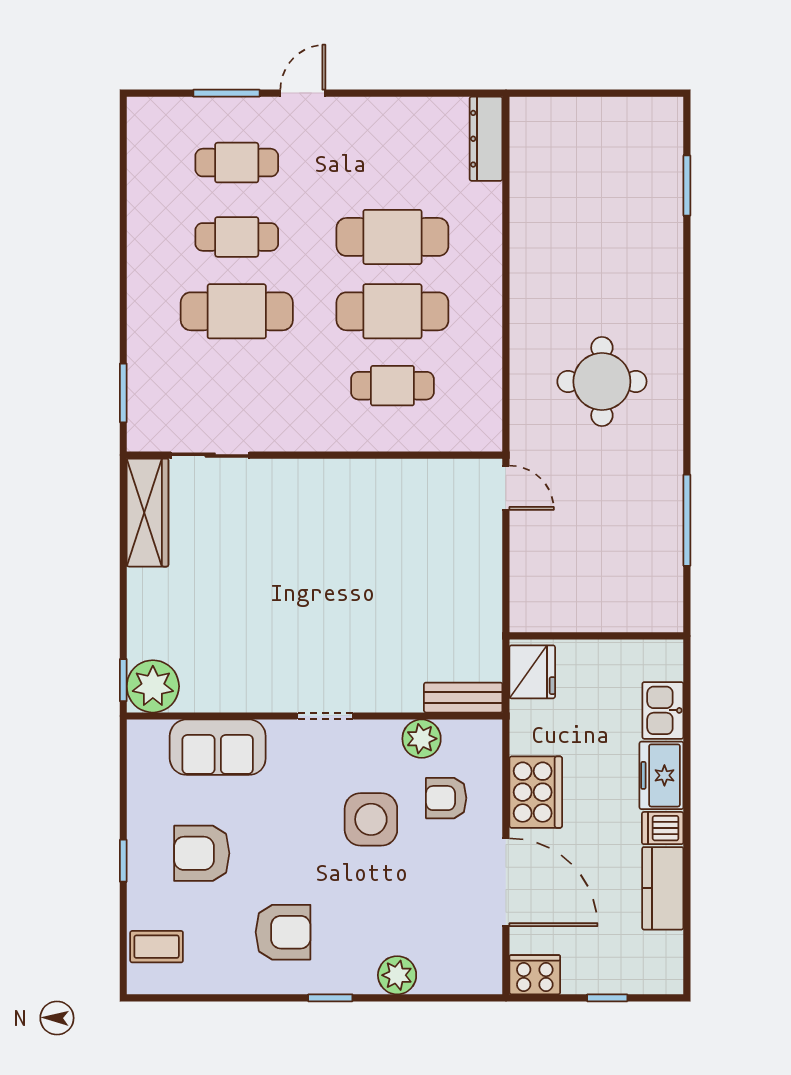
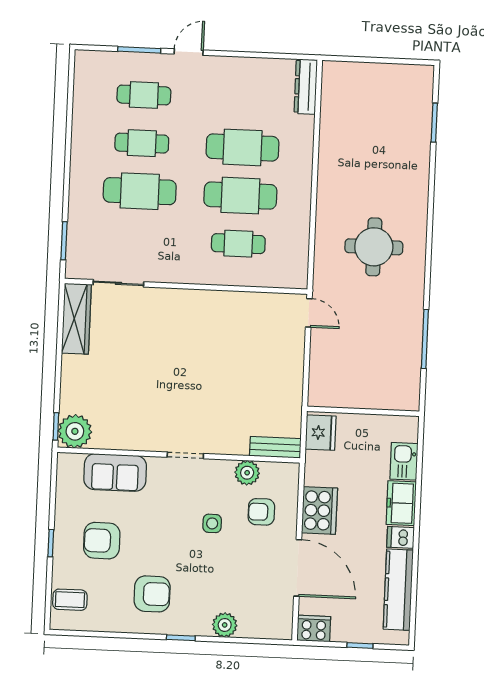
side table: (371, 819) -> (212, 523), width x0.54, depth x0.54
kitchen counter: (663, 888) -> (398, 590), width x1.50

